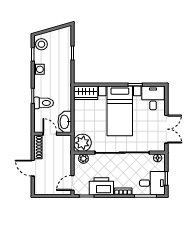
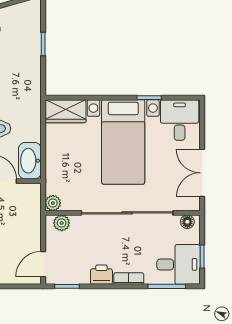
double door: (166, 129) -> (202, 173), swing flipped
plant: (82, 143) -> (53, 203), width x0.53, depth x0.53
printer: (101, 186) -> (101, 275), width x0.53, depth x0.68

